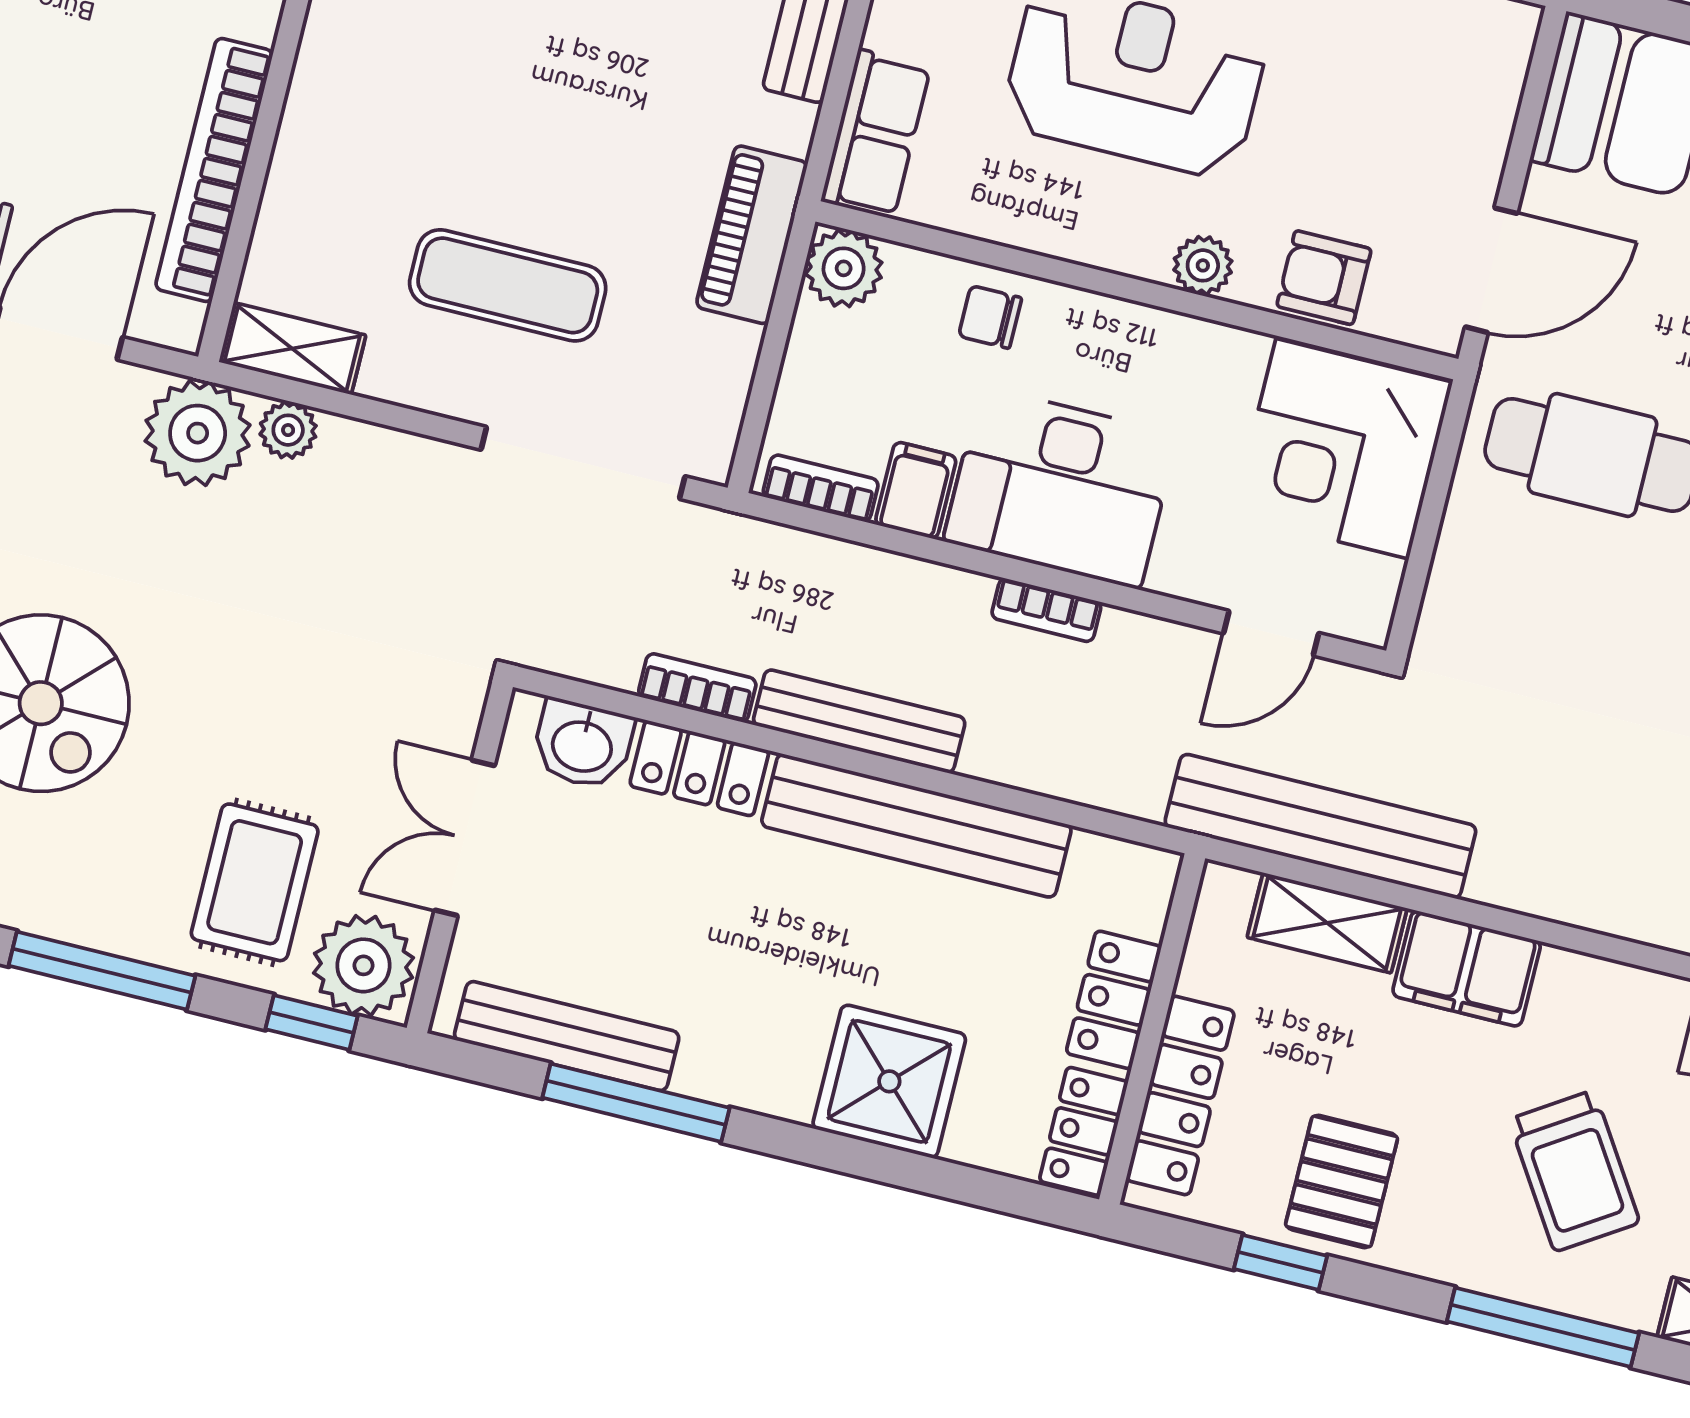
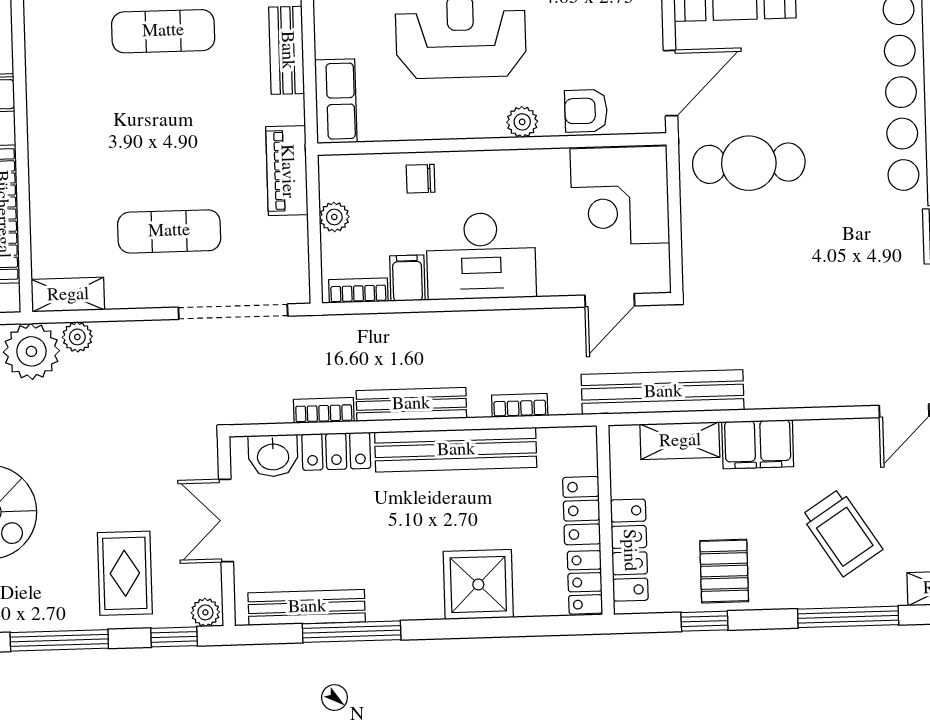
plant: (844, 268) -> (334, 217), moved, width x0.73, depth x0.73
bookcase: (1046, 610) -> (520, 405), moved, turned 180
plant: (364, 965) -> (205, 612), width x0.53, depth x0.53

